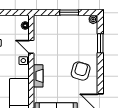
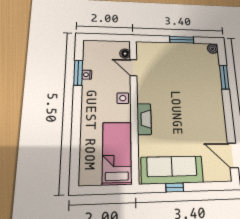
door: (31, 47) -> (133, 68), moved
armchair: (81, 71) -> (202, 112), removed

